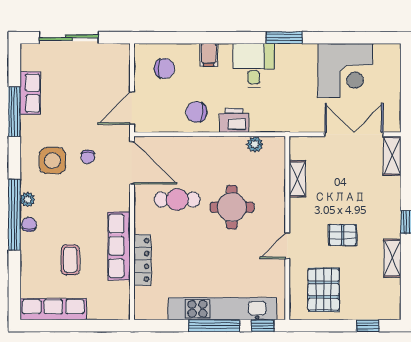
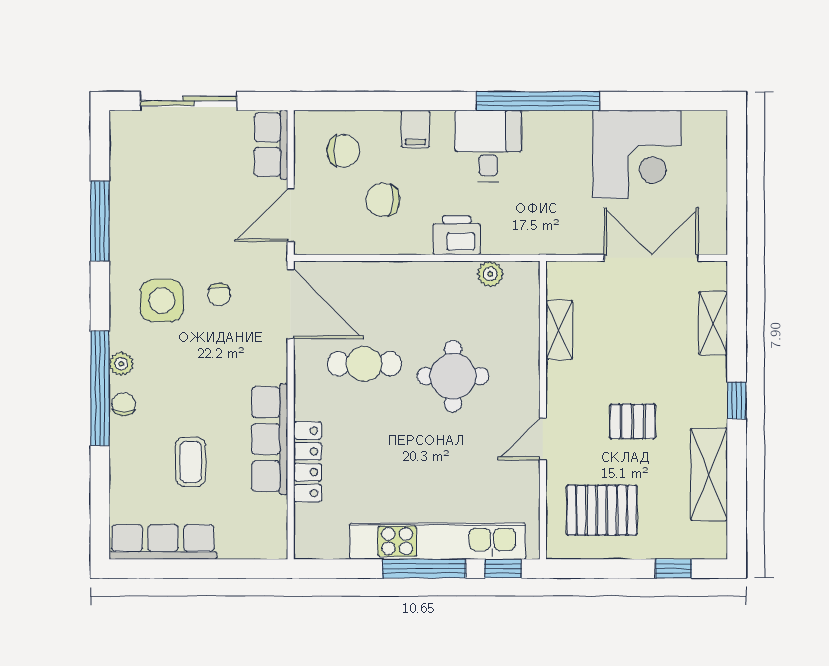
window: (284, 38) -> (538, 101), width x2.11
row of seats: (30, 93) -> (271, 145), moved, turned 180
chair: (196, 112) -> (383, 200), moved
shelving: (392, 156) -> (713, 323), moved
shelving: (392, 258) -> (709, 474), width x1.50, depth x1.33
pallet: (324, 290) -> (602, 510), turned 90

